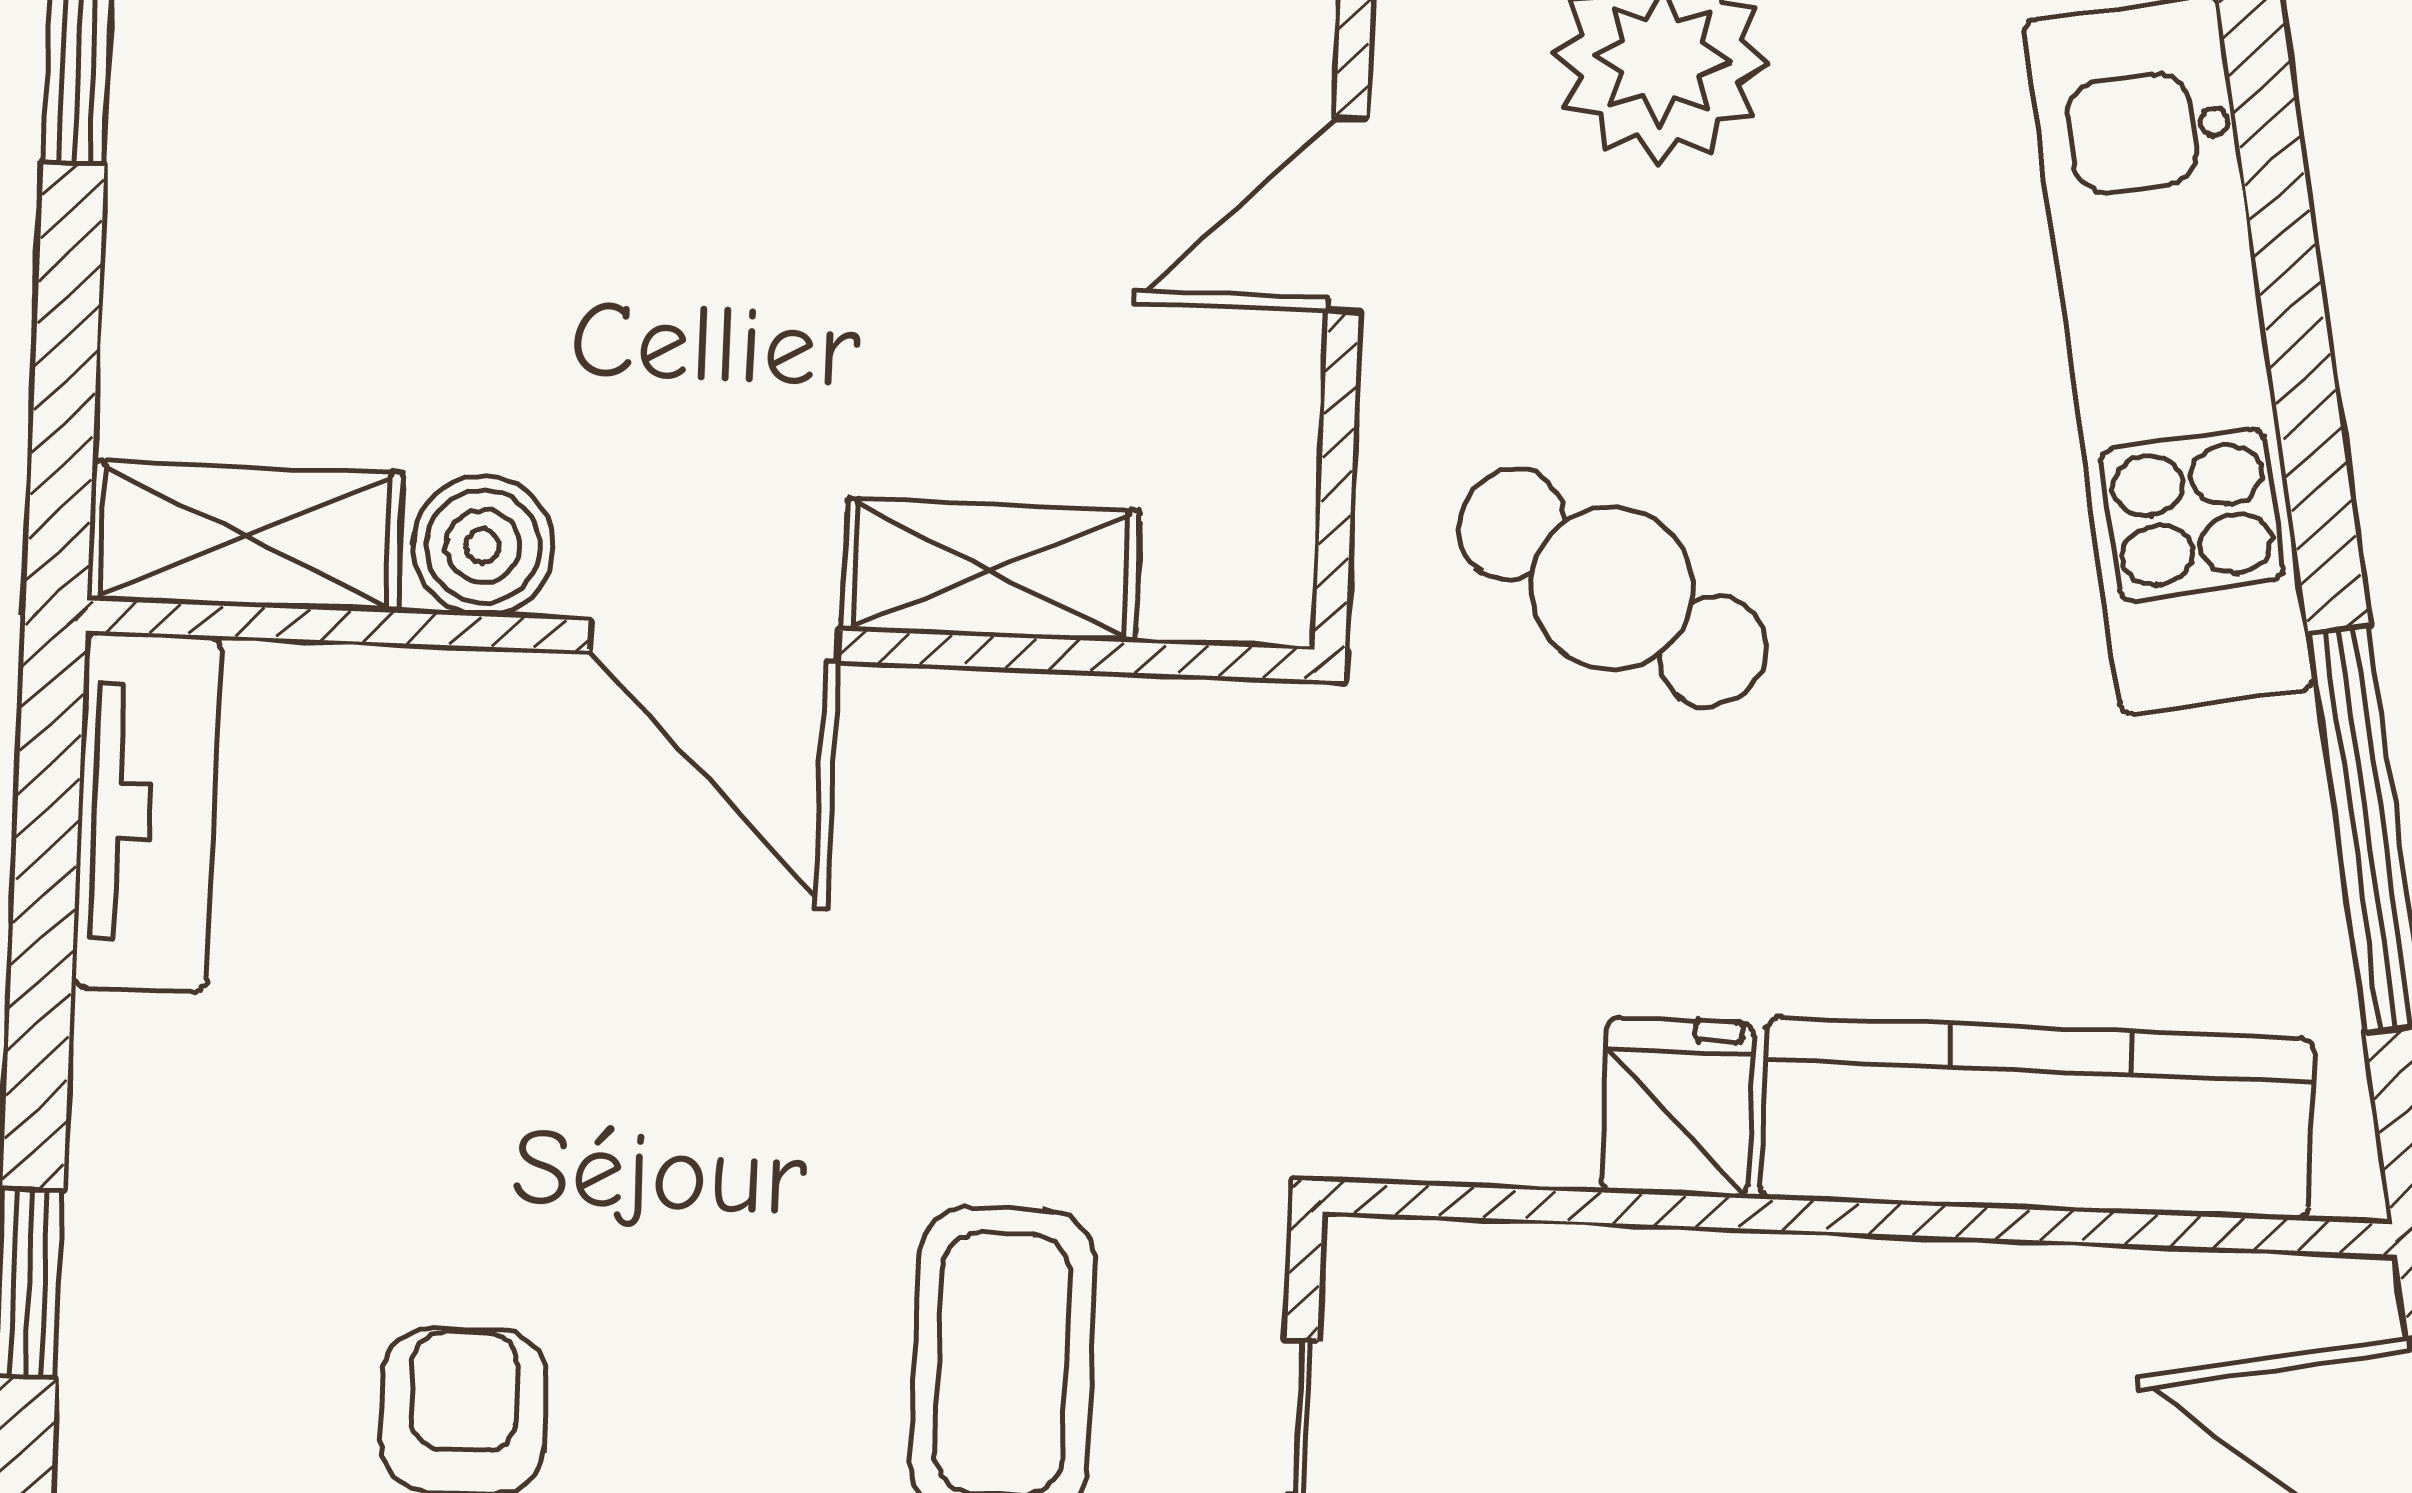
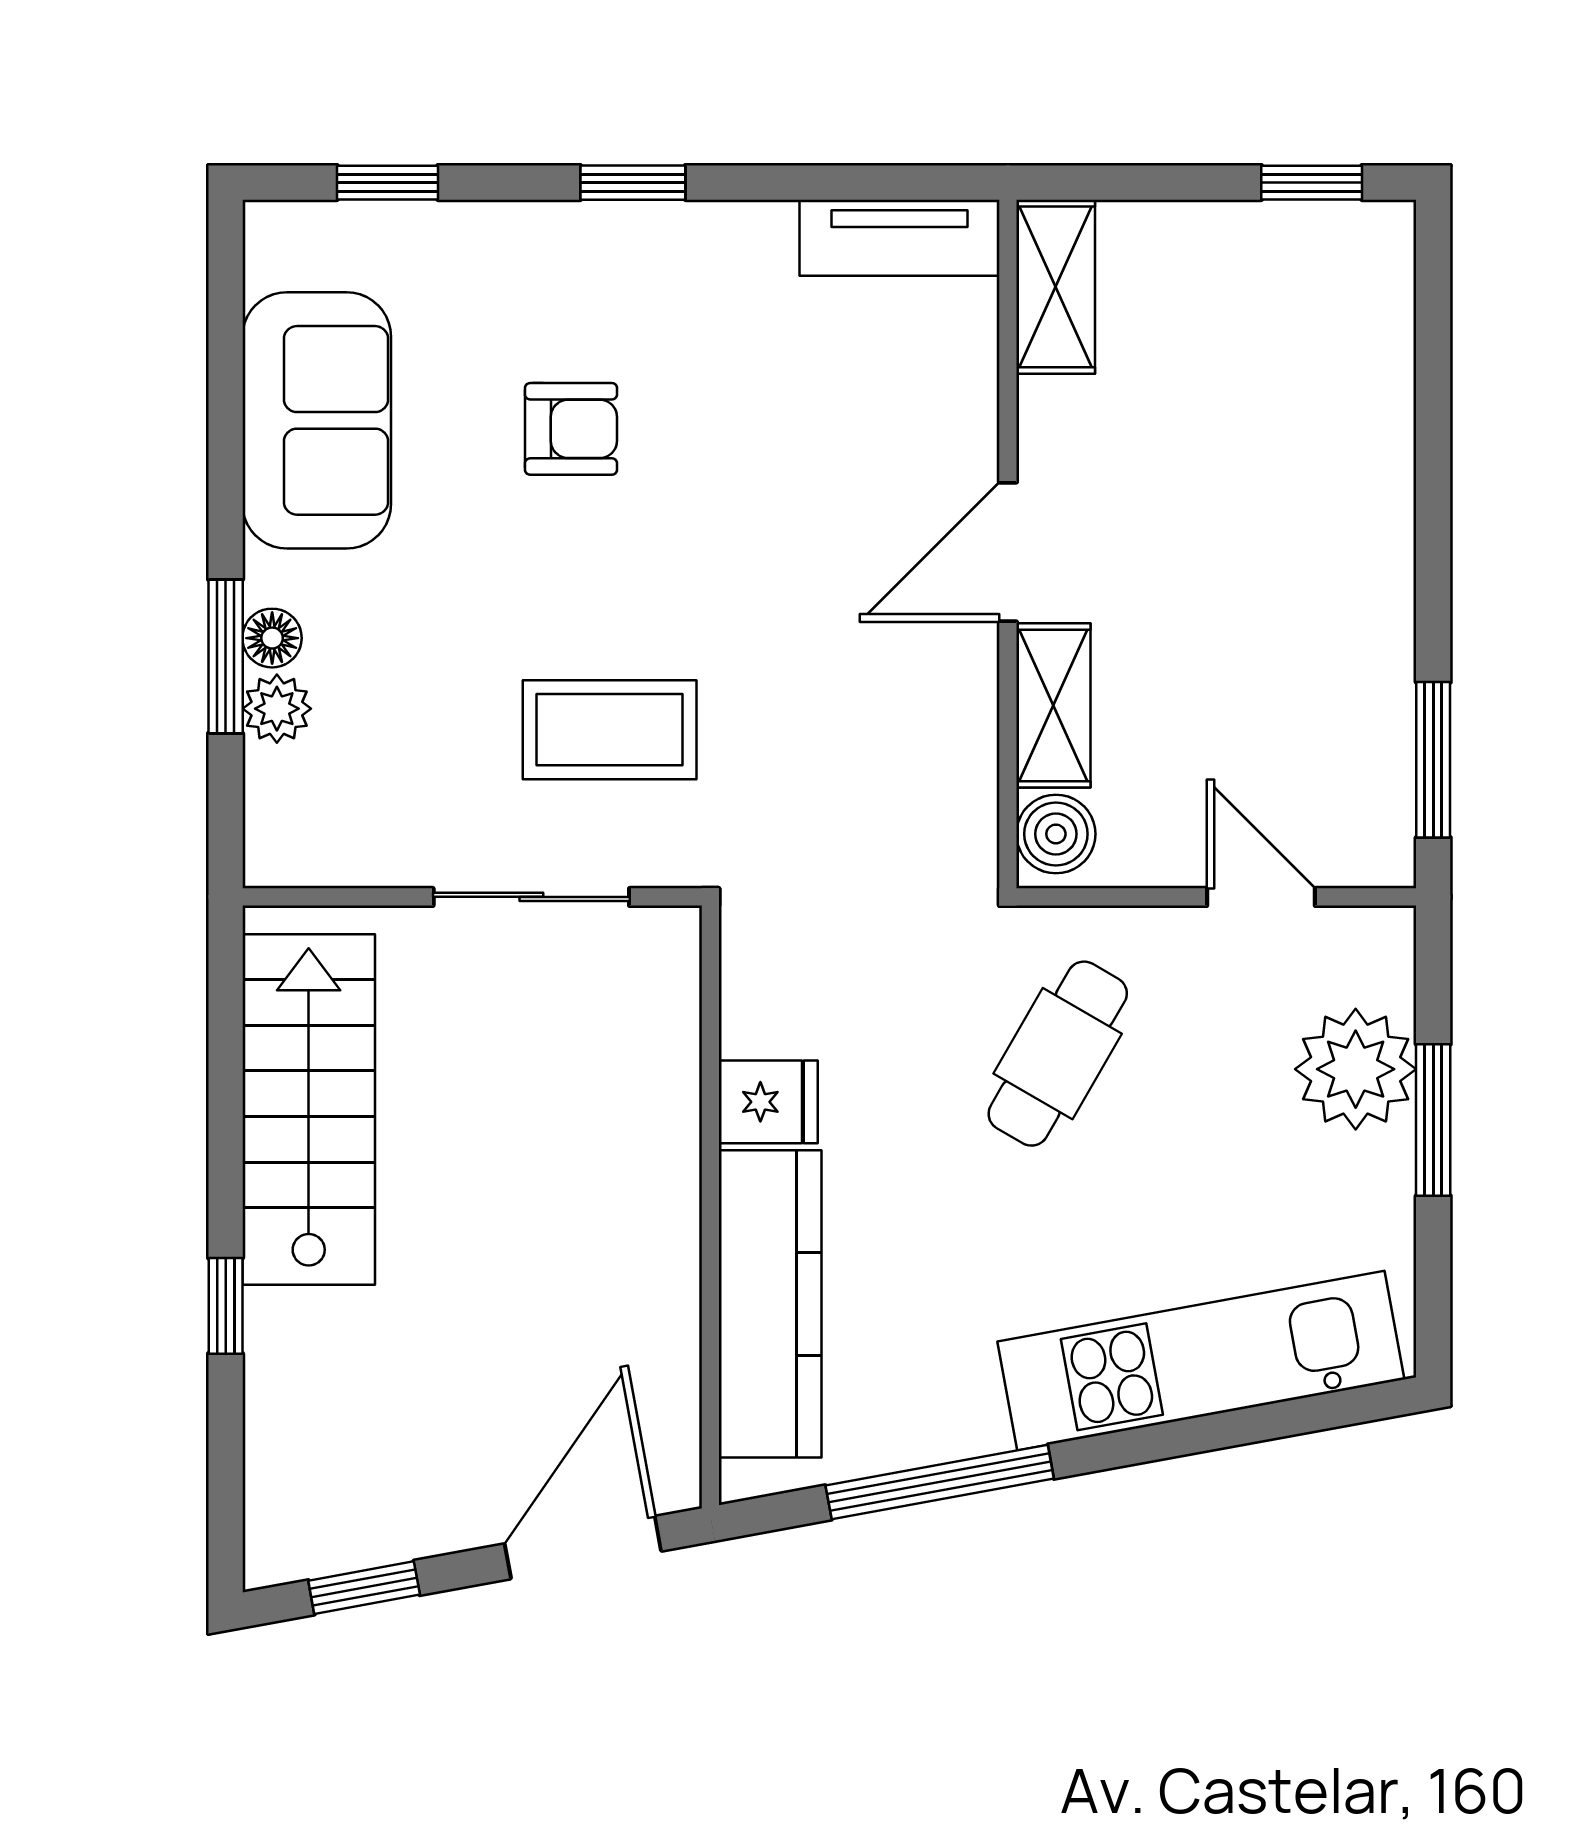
boiler: (483, 546) -> (1056, 834), moved

